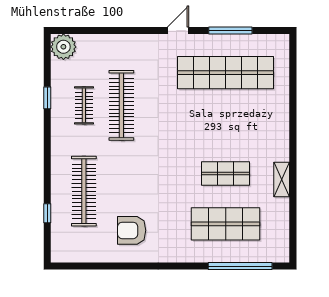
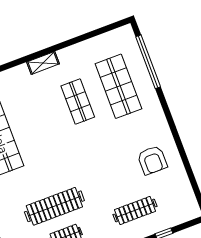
shelving: (282, 179) -> (43, 63), moved
clothes rail: (84, 191) -> (135, 210), width x0.73, depth x0.76

